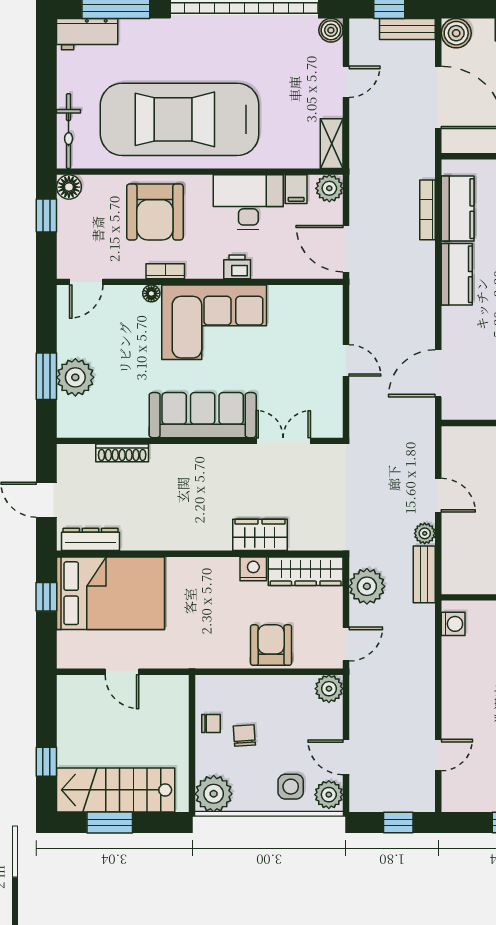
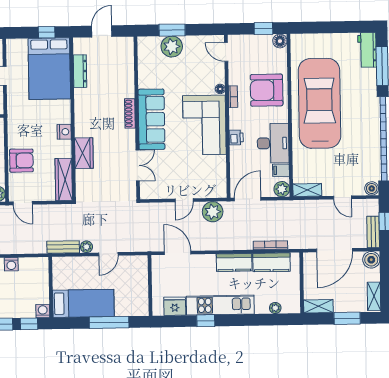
bicycle: (69, 131) -> (312, 40), removed
shoe rack: (122, 453) -> (130, 113), moved
dresser: (91, 539) -> (80, 71), moved
nightstand: (253, 569) -> (64, 132), moved
plant: (367, 586) -> (213, 212), moved
washing machine: (453, 624) -> (11, 264), moved

